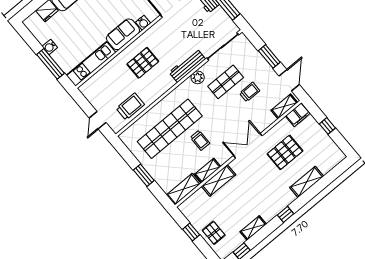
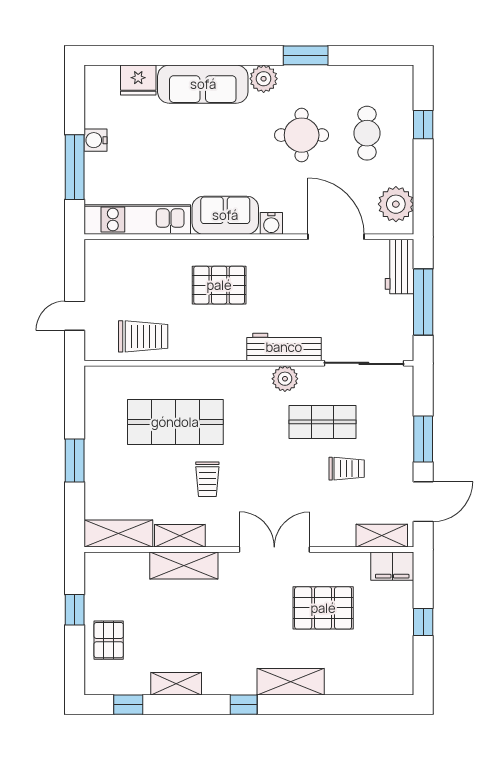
shop shelf: (170, 129) -> (175, 422), width x0.71
shelving: (307, 182) -> (291, 682), moved

